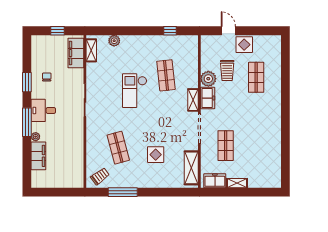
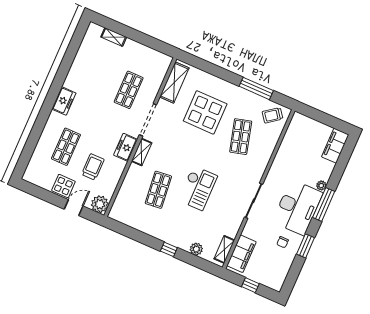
window: (170, 31) -> (169, 249), moved
door: (228, 31) -> (74, 208), swing flipped
plant: (208, 79) -> (100, 204), moved
desk: (43, 110) -> (298, 207), width x1.87, depth x1.30
display table: (156, 155) -> (205, 112), width x1.86, depth x1.86
filing cabinet: (38, 156) -> (335, 146), moved
freezer: (215, 181) -> (64, 101), moved, turned -90
shelving: (237, 183) -> (114, 37), moved

